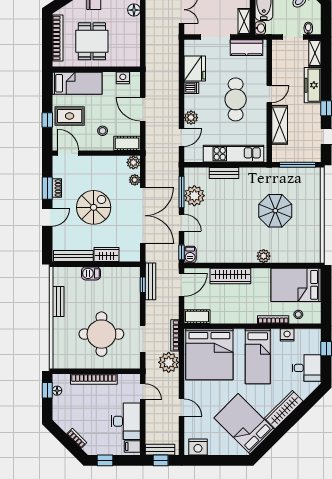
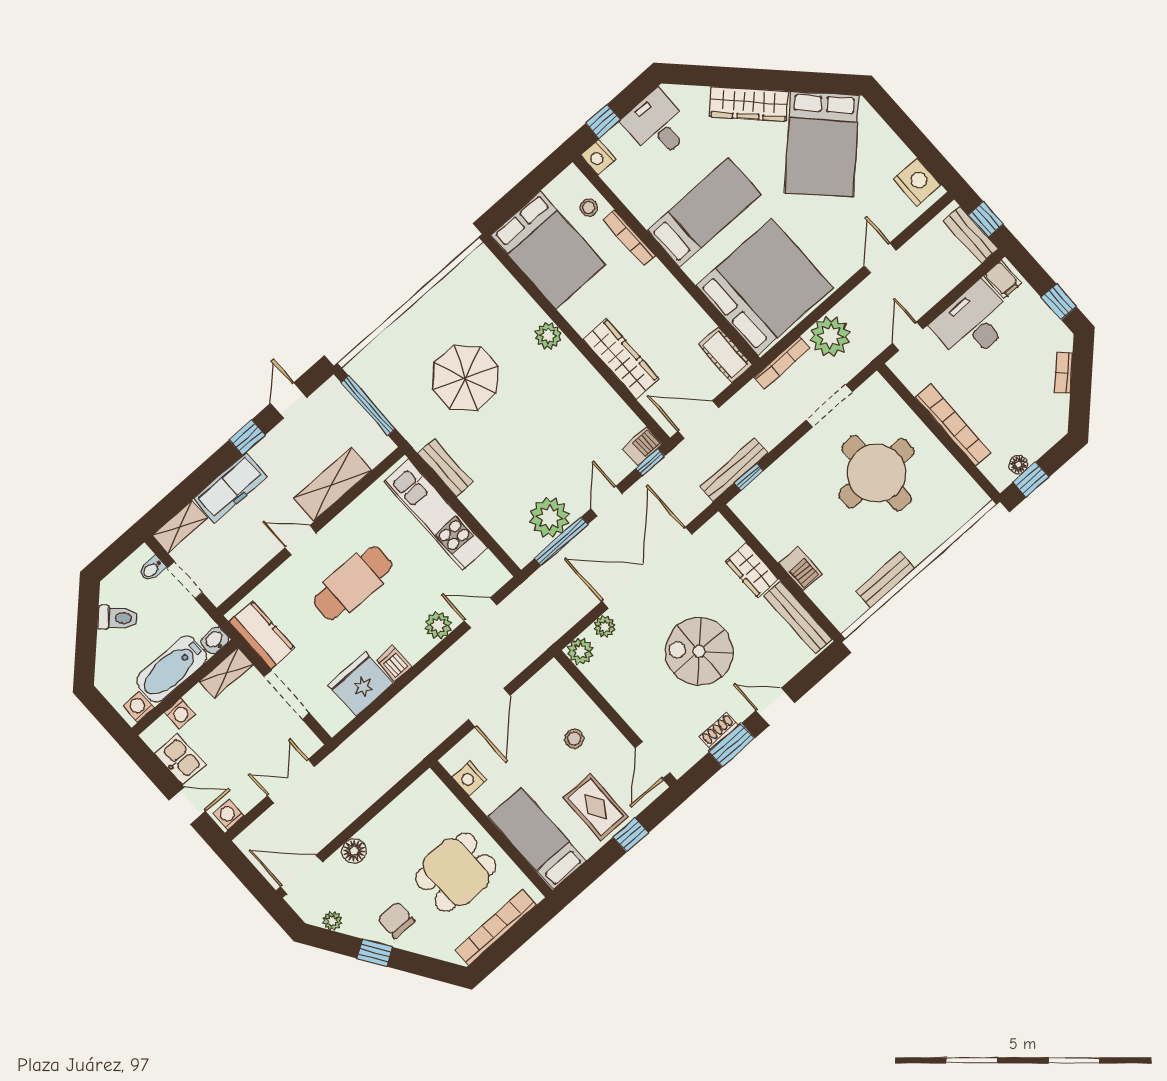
cot: (127, 143) -> (561, 686), removed
bench: (224, 173) -> (445, 468), moved
nightstand: (287, 335) -> (598, 157), moved

